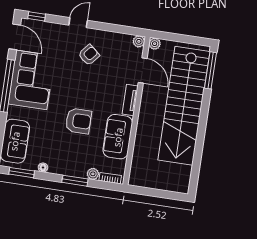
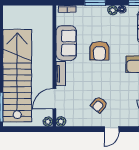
door: (143, 70) -> (54, 99), hinge flipped
armchair: (78, 121) -> (99, 51), turned -90
plant: (93, 174) -> (113, 10), moved

